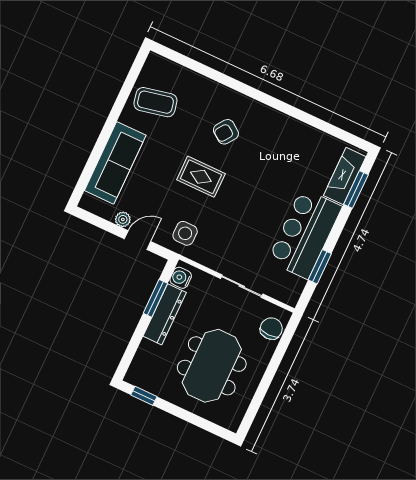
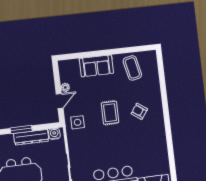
sofa: (115, 163) -> (96, 66), width x0.73
door: (138, 240) -> (60, 101), hinge flipped
window: (155, 298) -> (21, 130), moved

